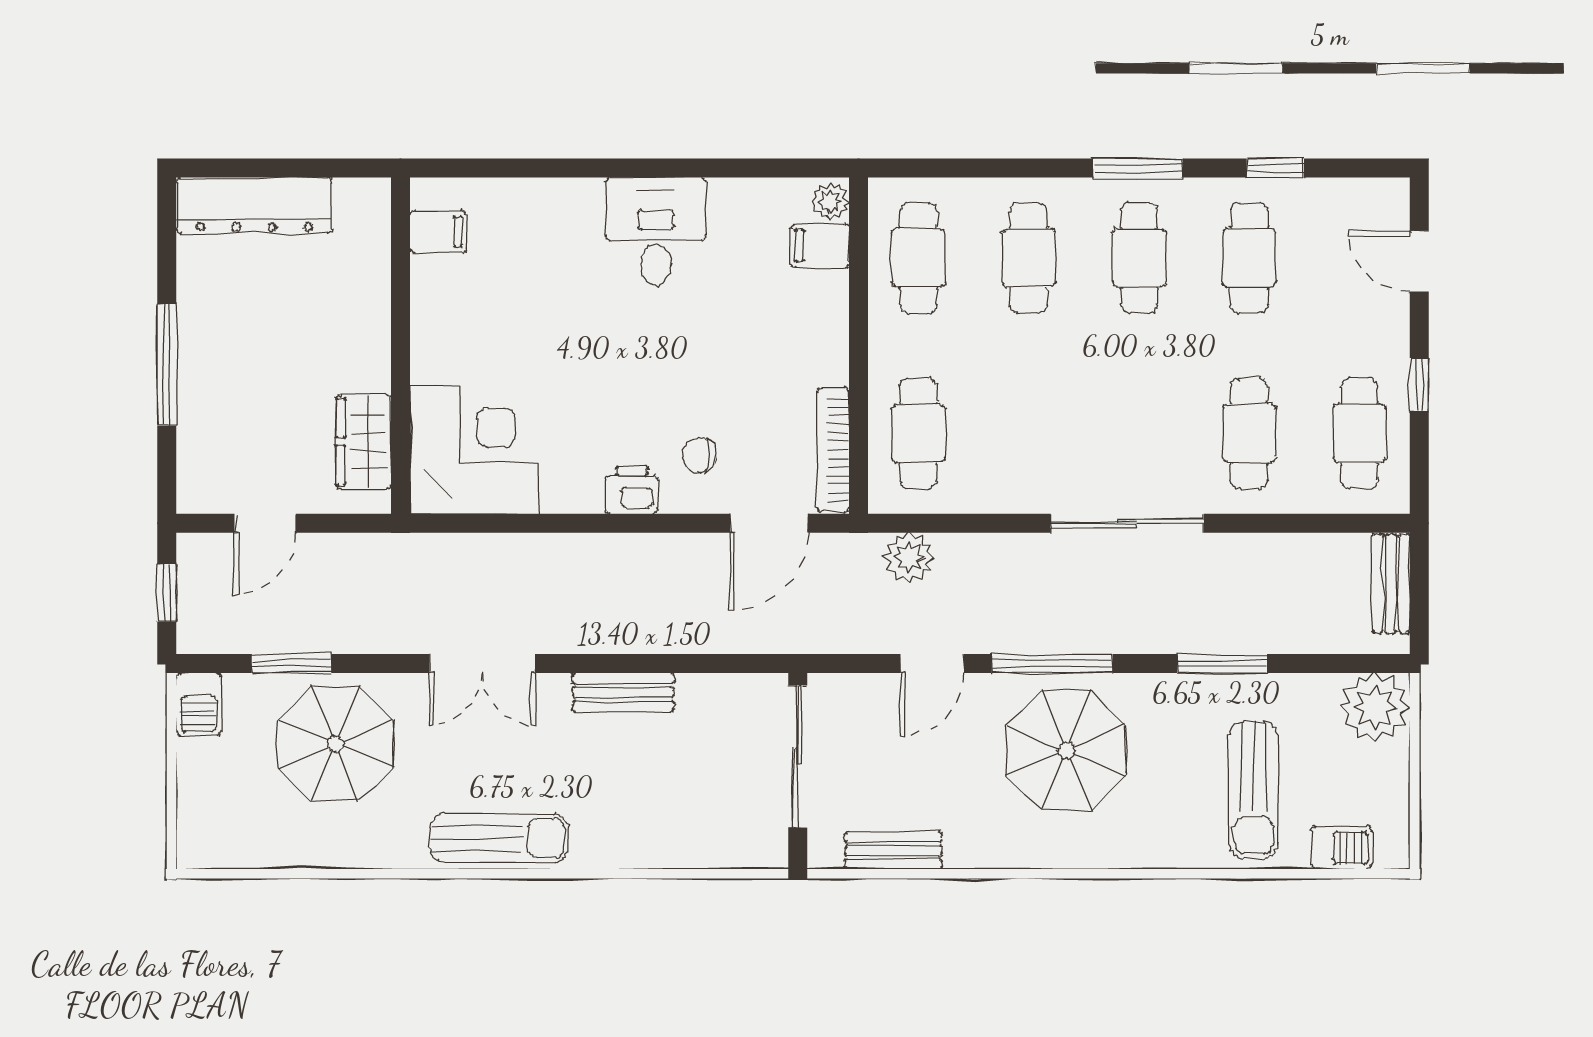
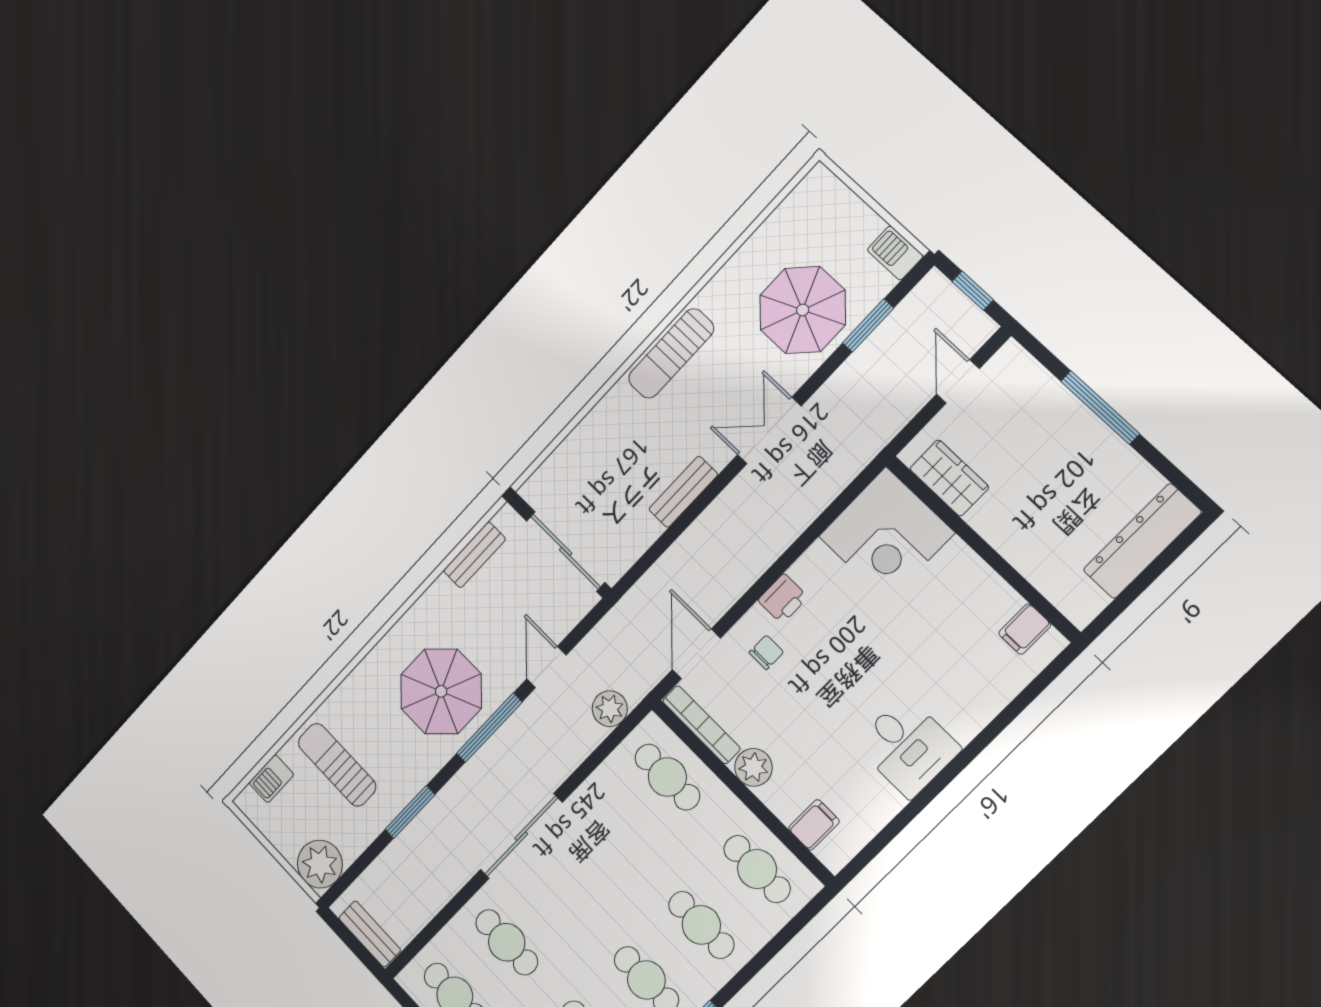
plant: (830, 201) -> (753, 767), moved, width x1.38, depth x1.38

